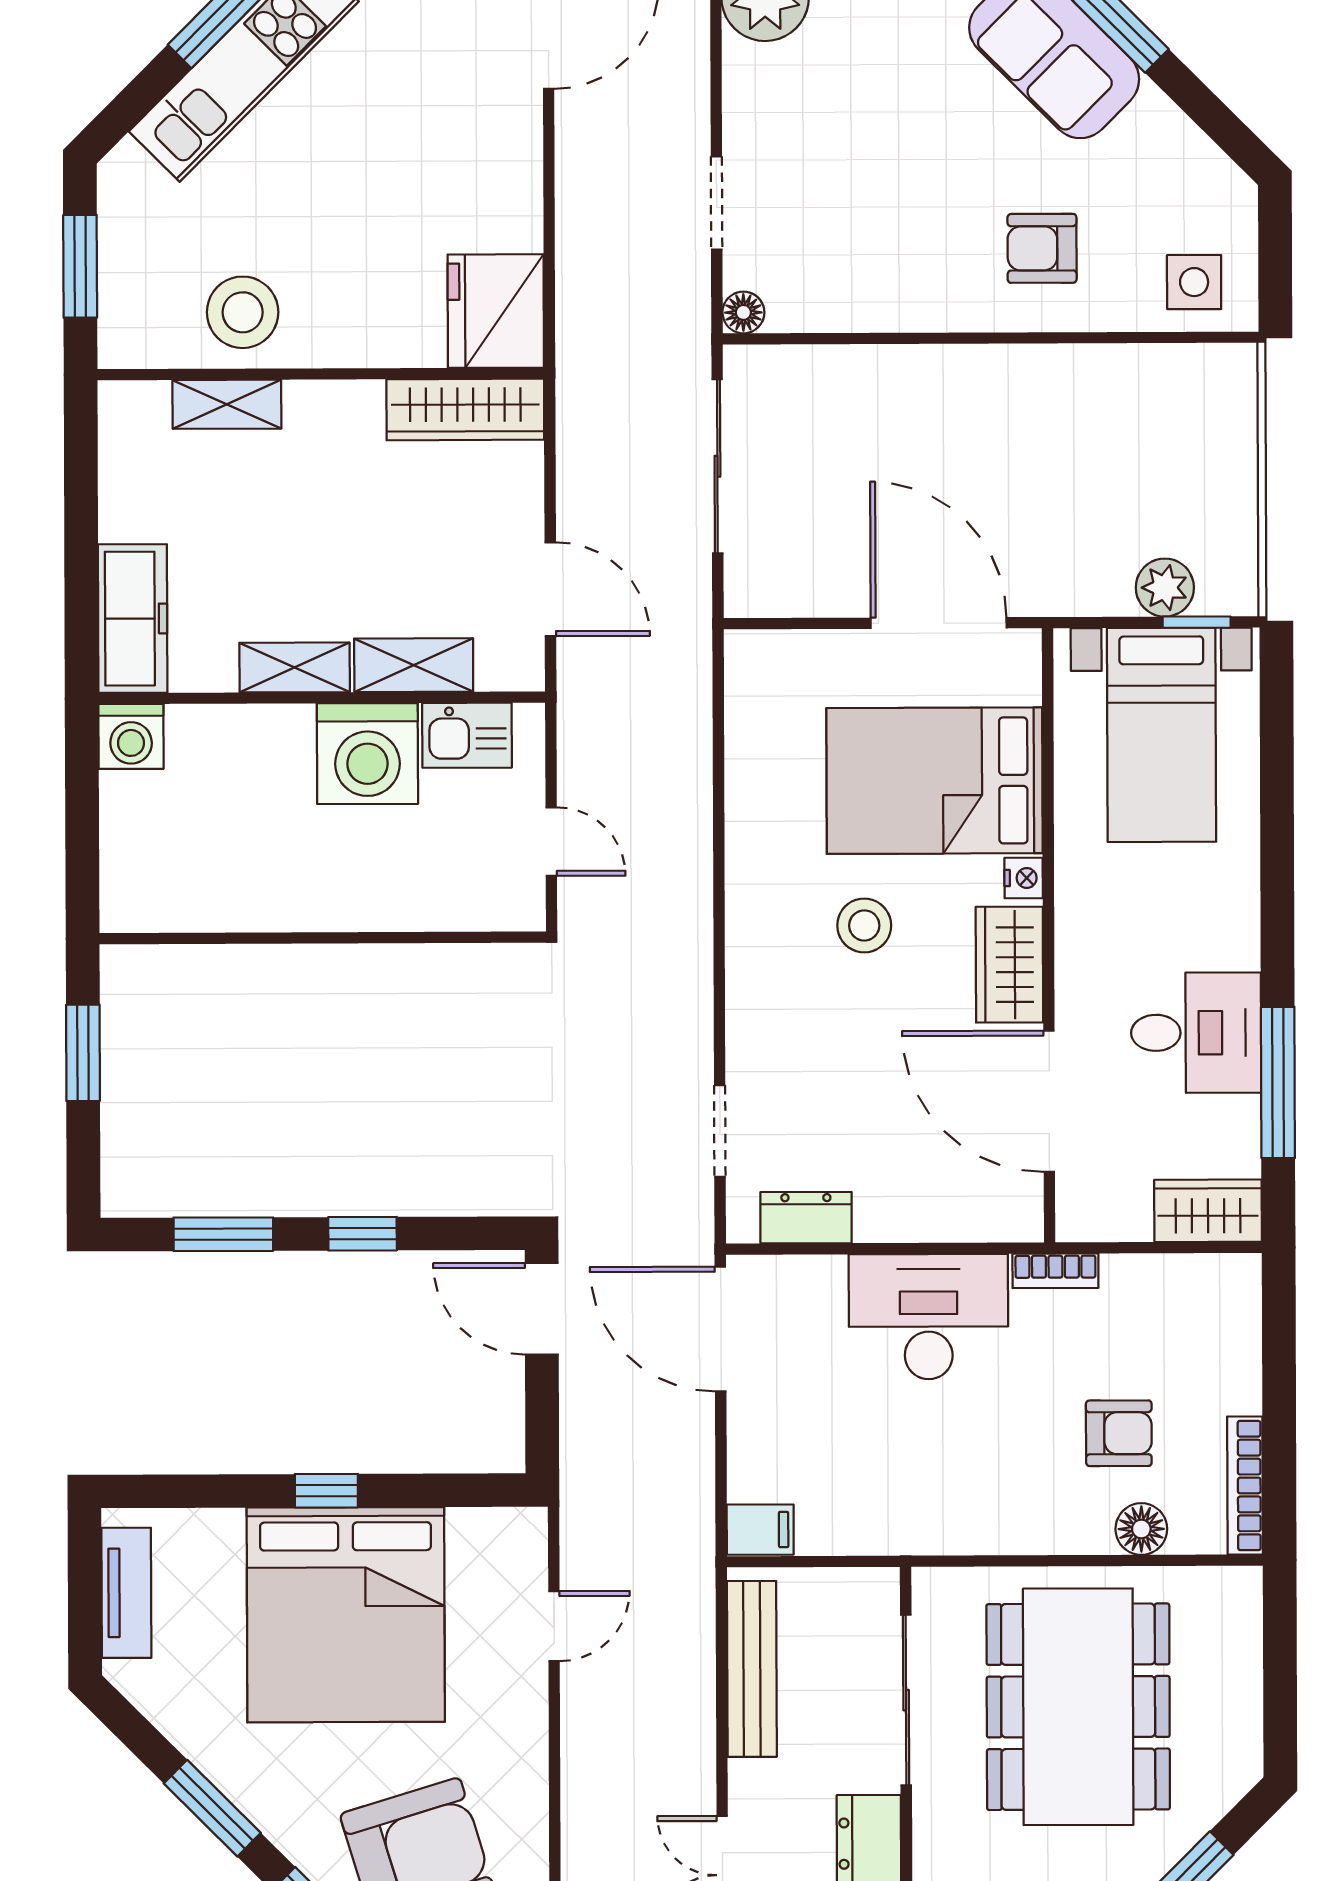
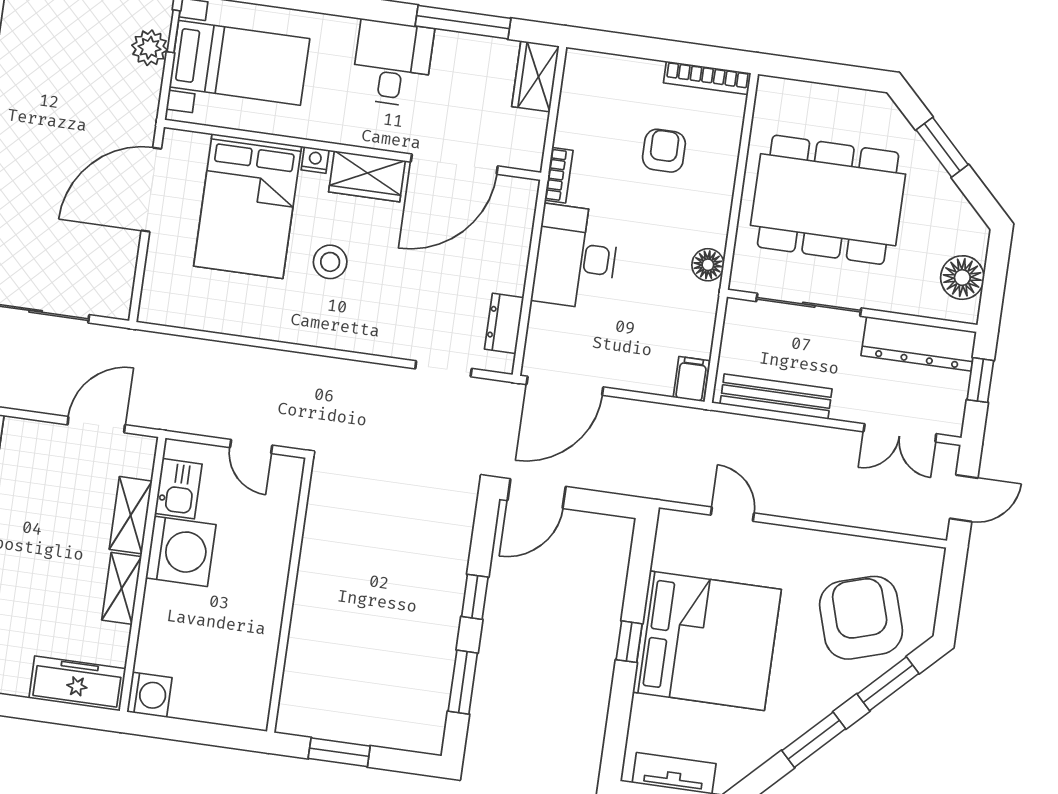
door: (551, 842) -> (251, 446), swing flipped
desk: (1196, 1033) -> (392, 63), moved
floor lamp: (1141, 1529) -> (708, 265), moved

